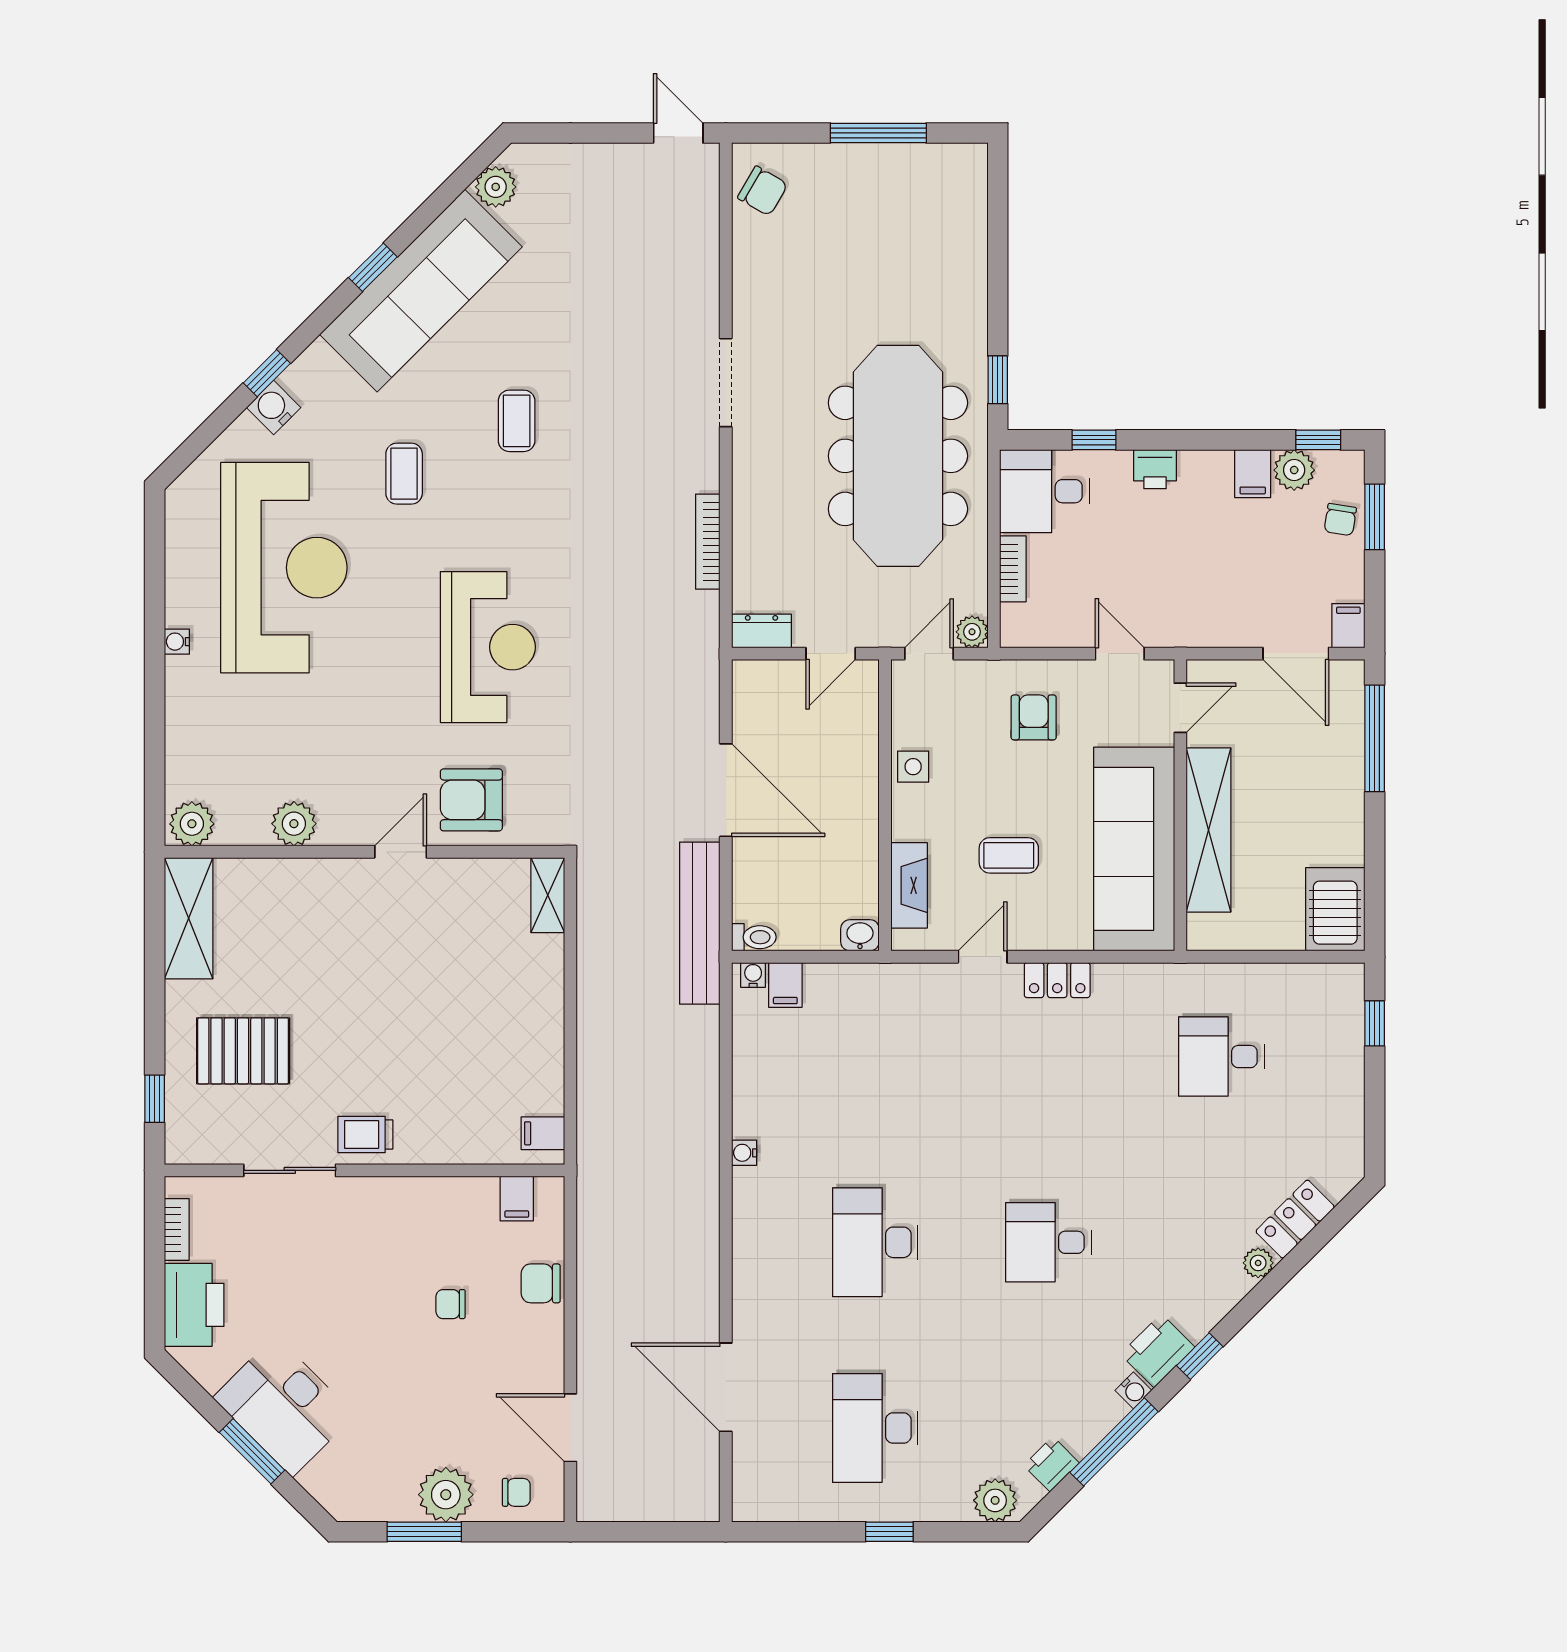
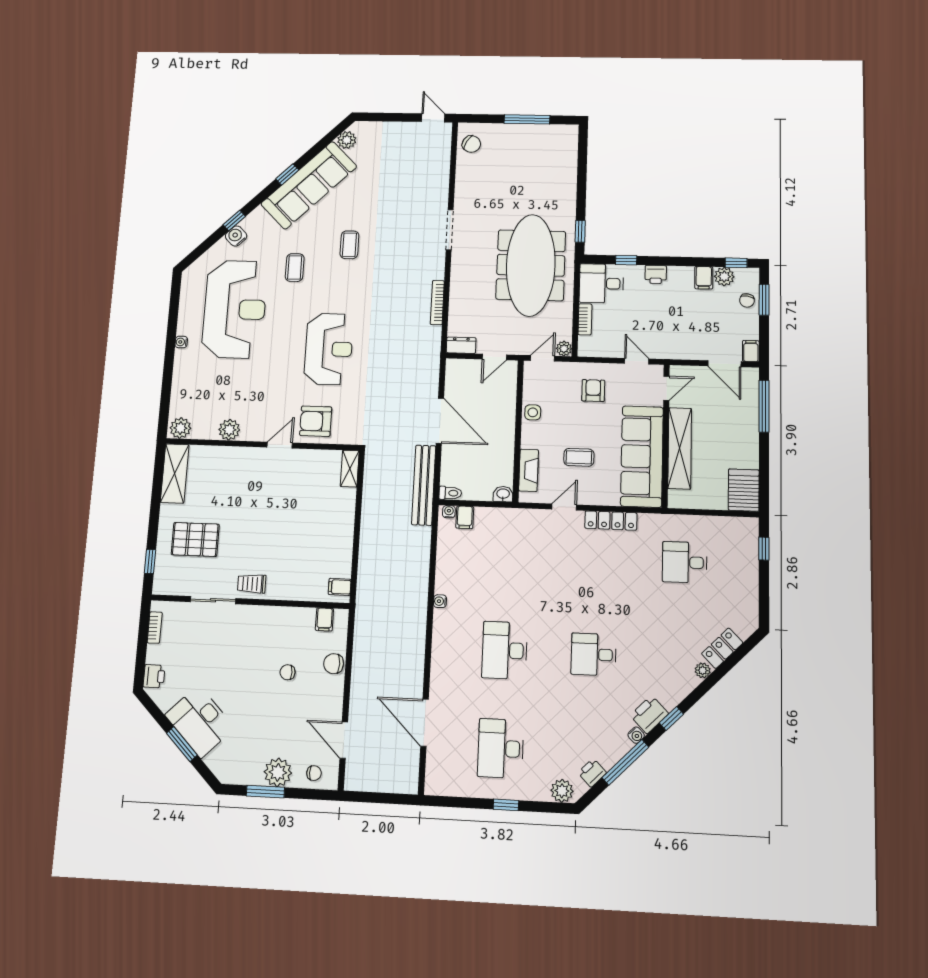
locker: (1057, 980) -> (611, 521), width x1.53
printer: (194, 1305) -> (154, 676), width x0.53, depth x0.68

